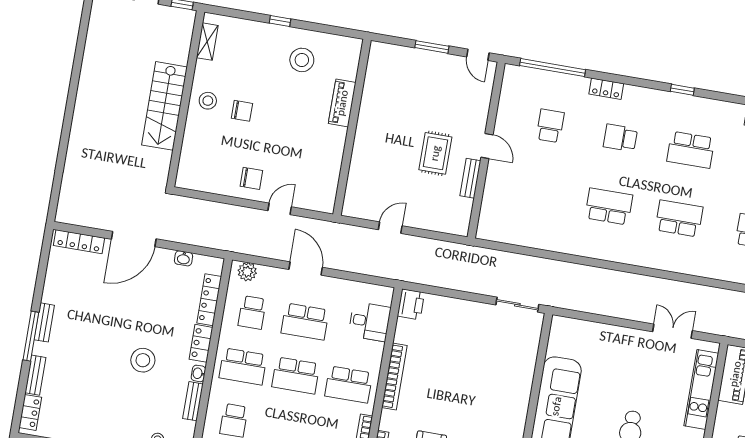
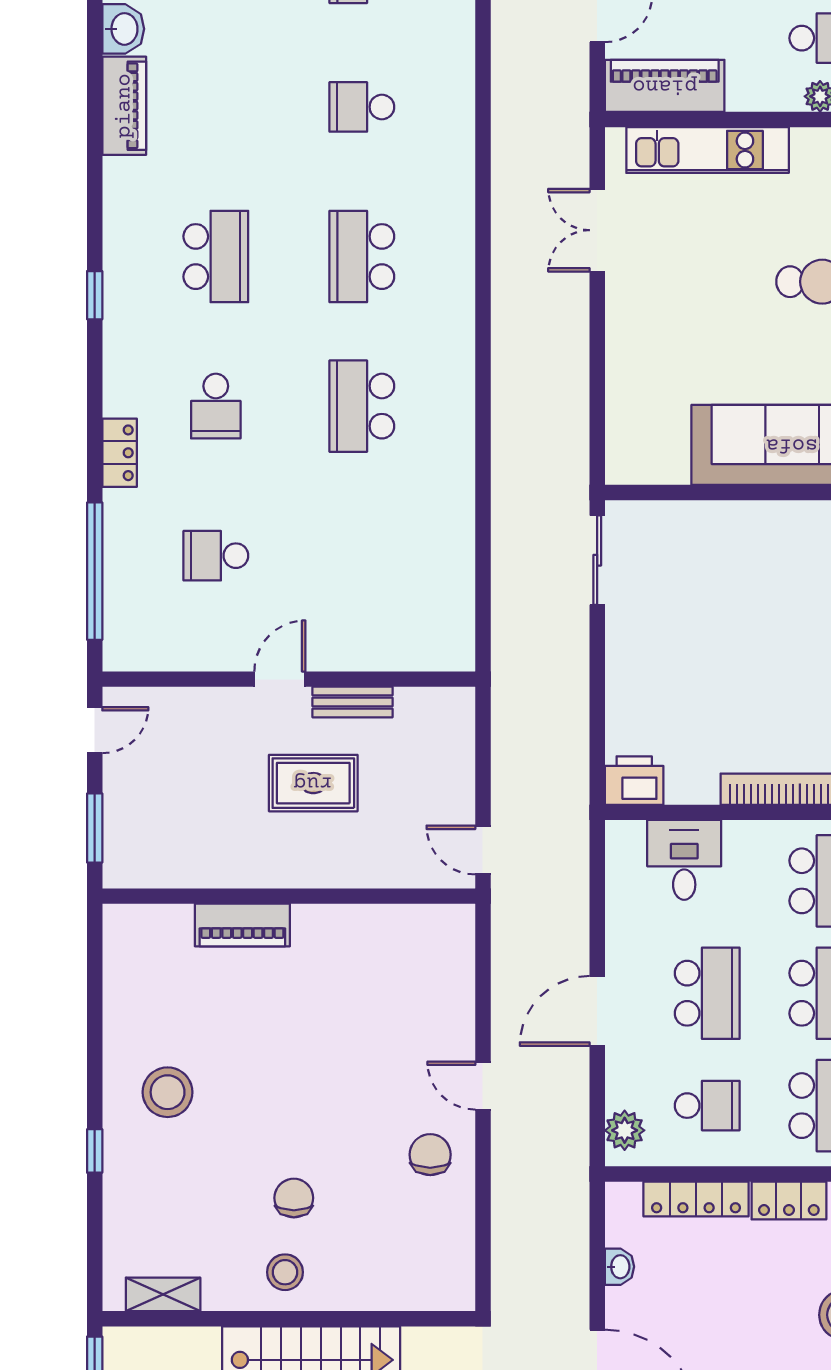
piano: (342, 103) -> (242, 925), moved
wall: (352, 127) -> (289, 896), moved

